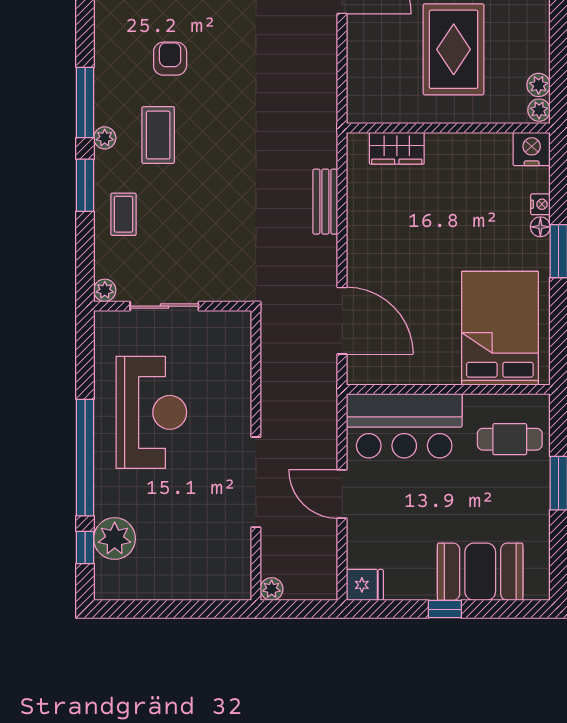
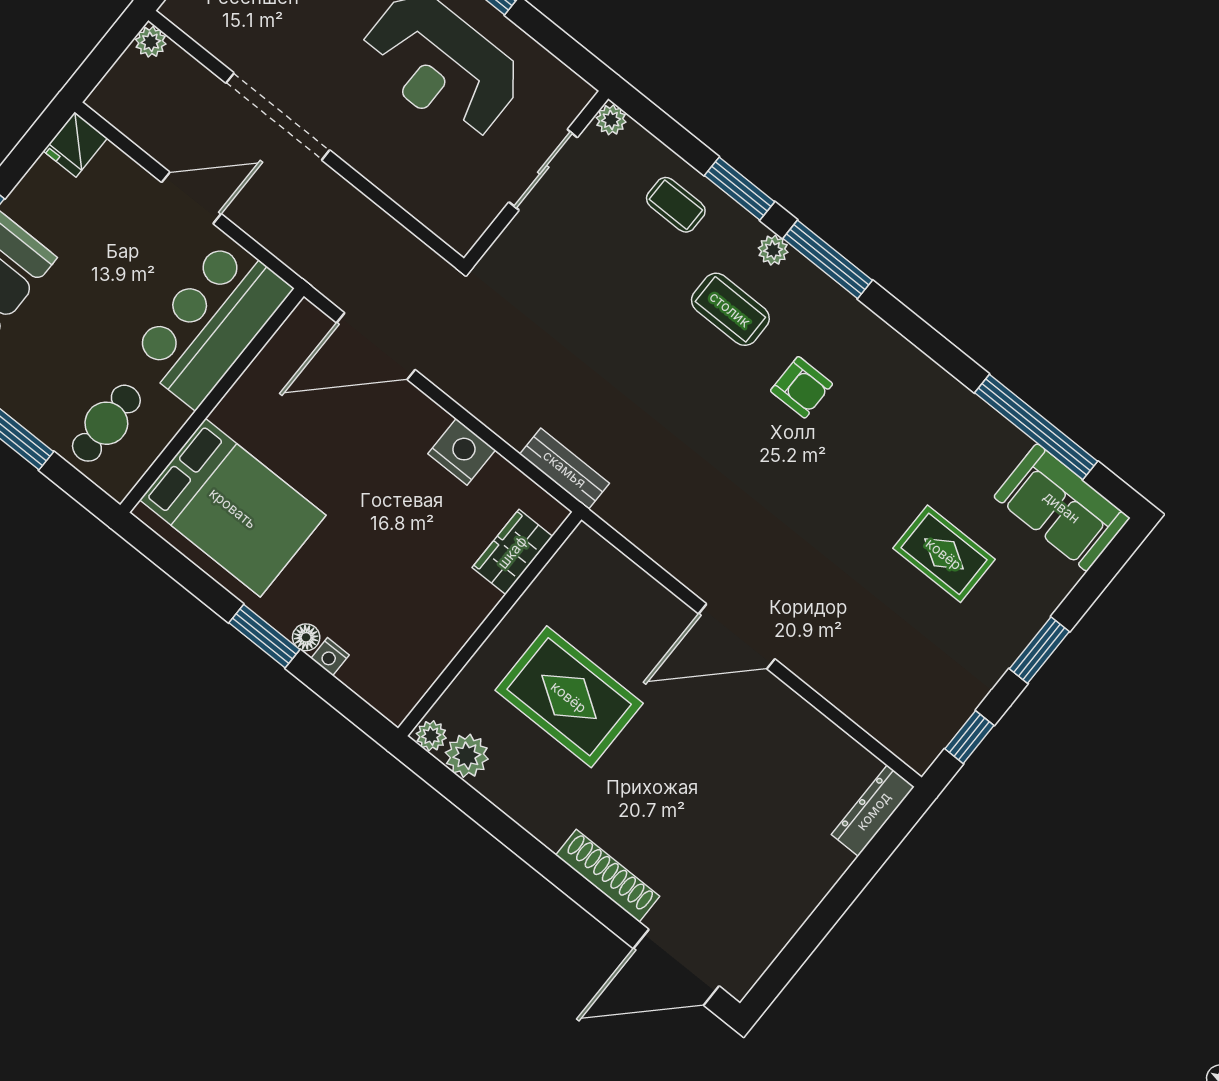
plant: (539, 85) -> (467, 756), width x1.38, depth x1.38
nightstand: (532, 149) -> (462, 452), moved, turned -90
bench: (325, 202) -> (565, 469), moved

